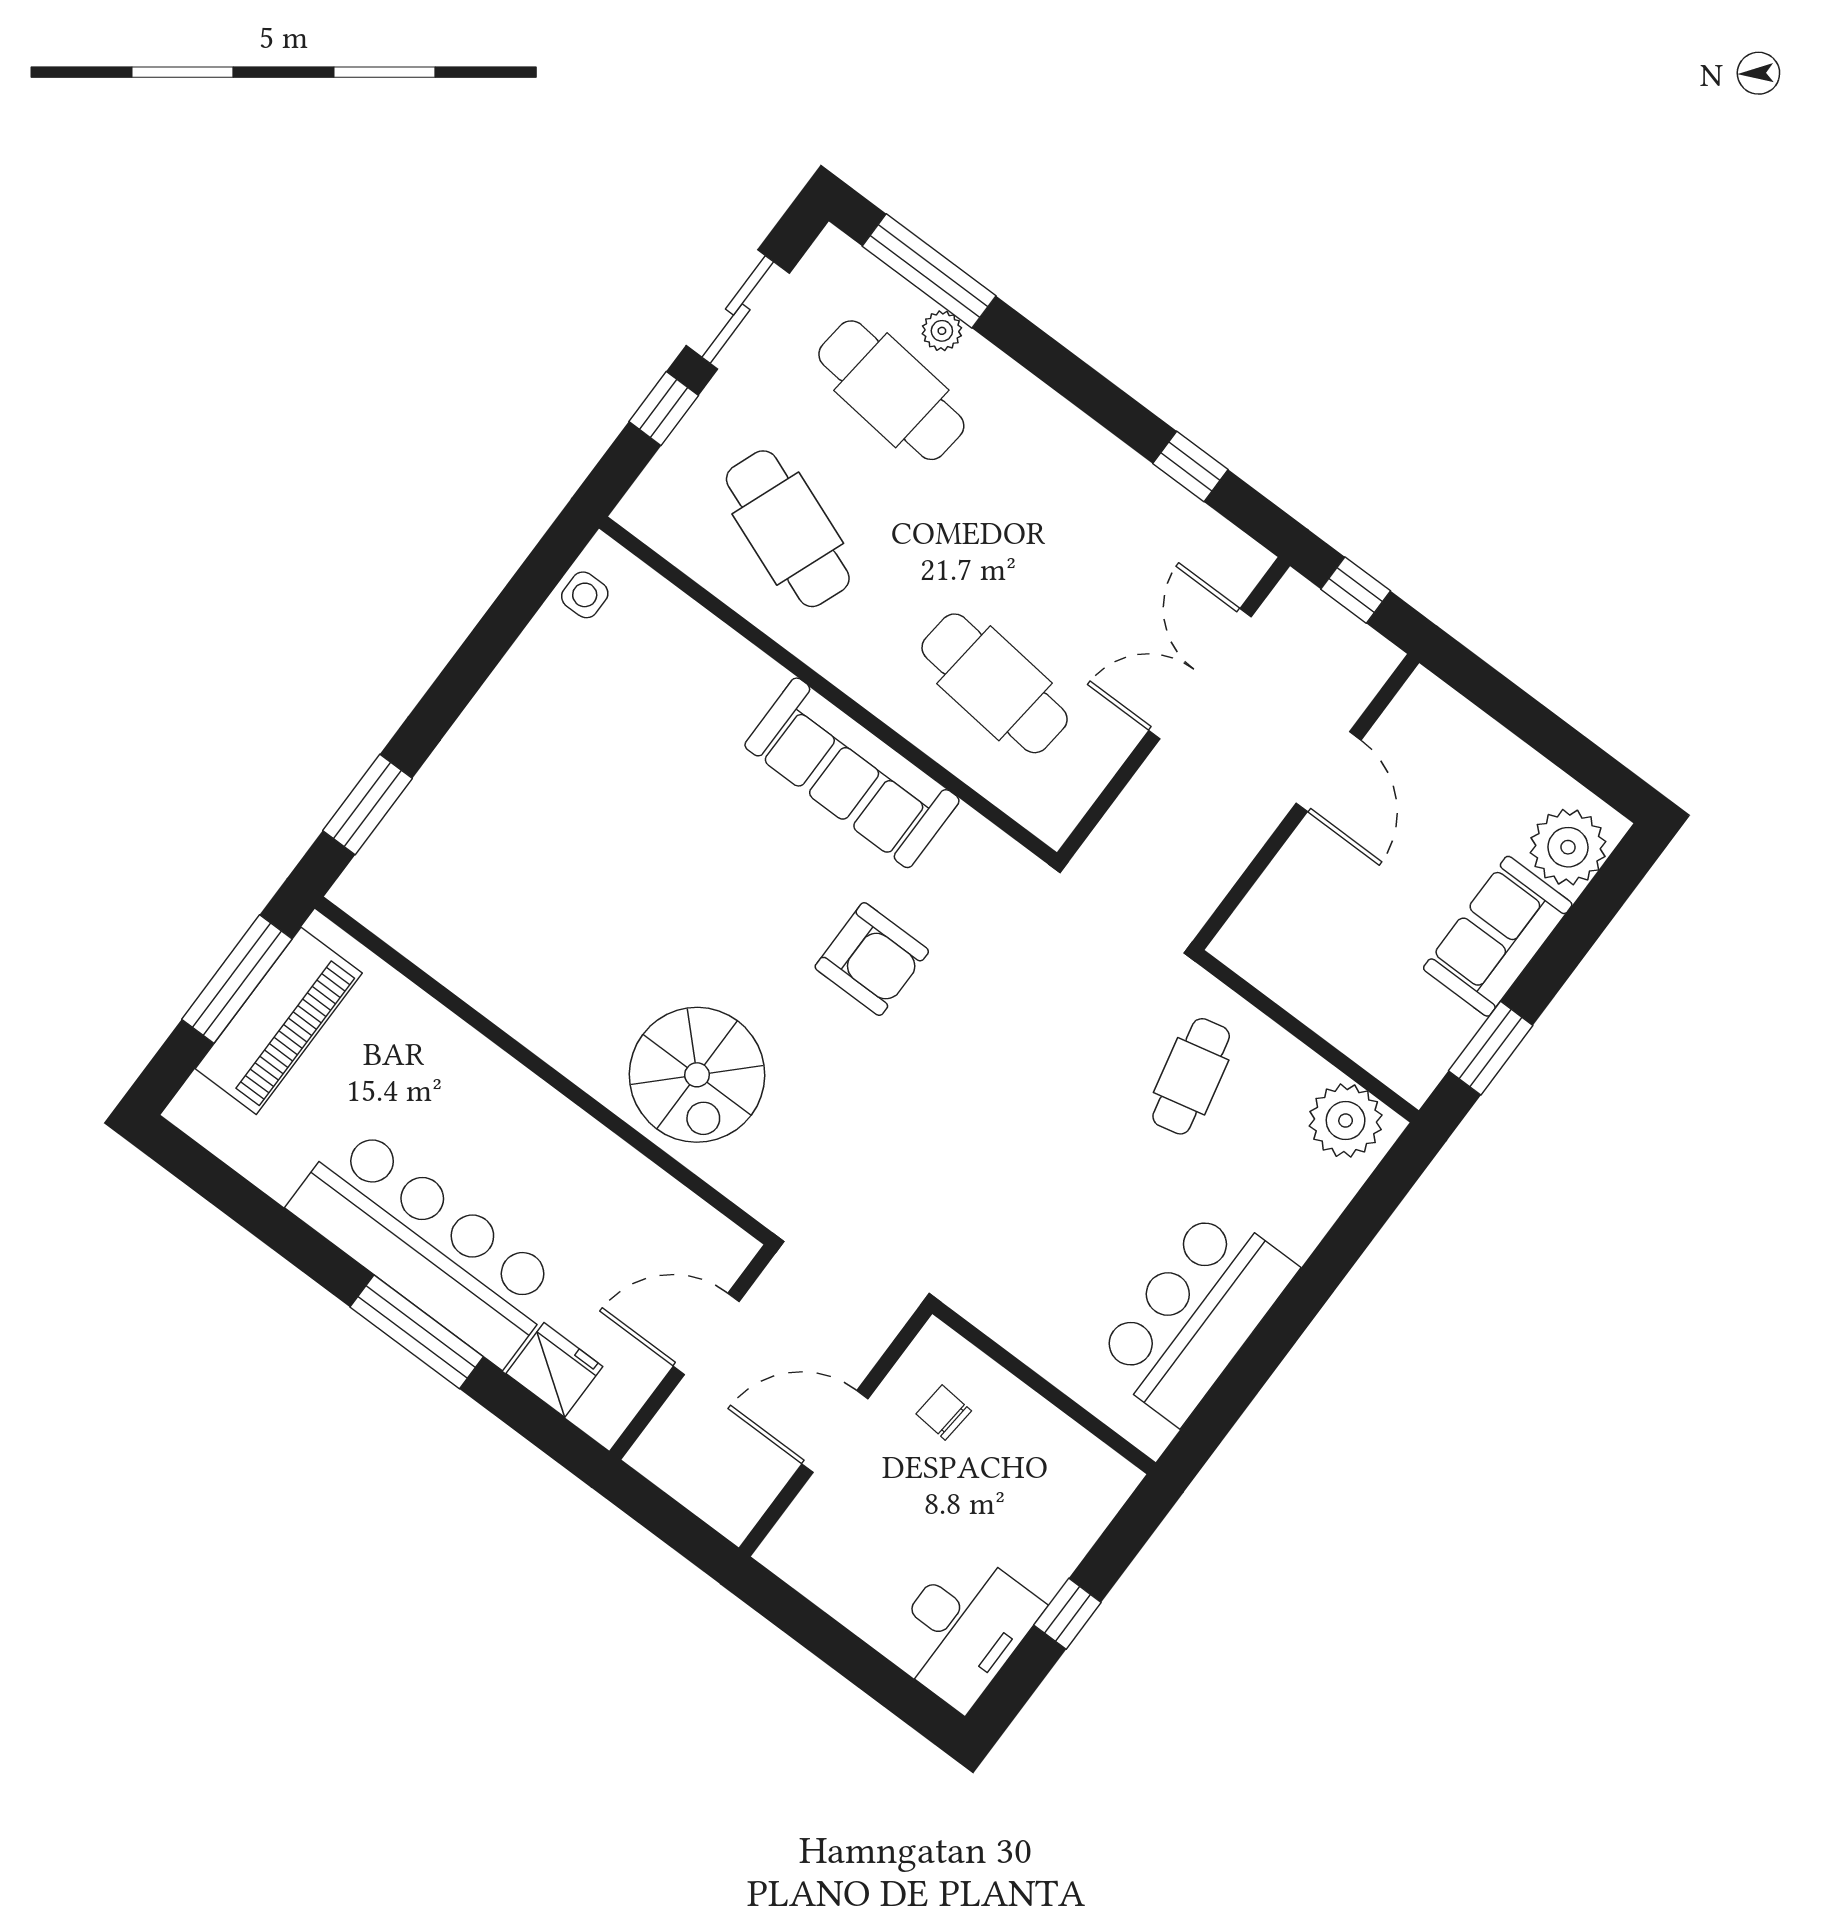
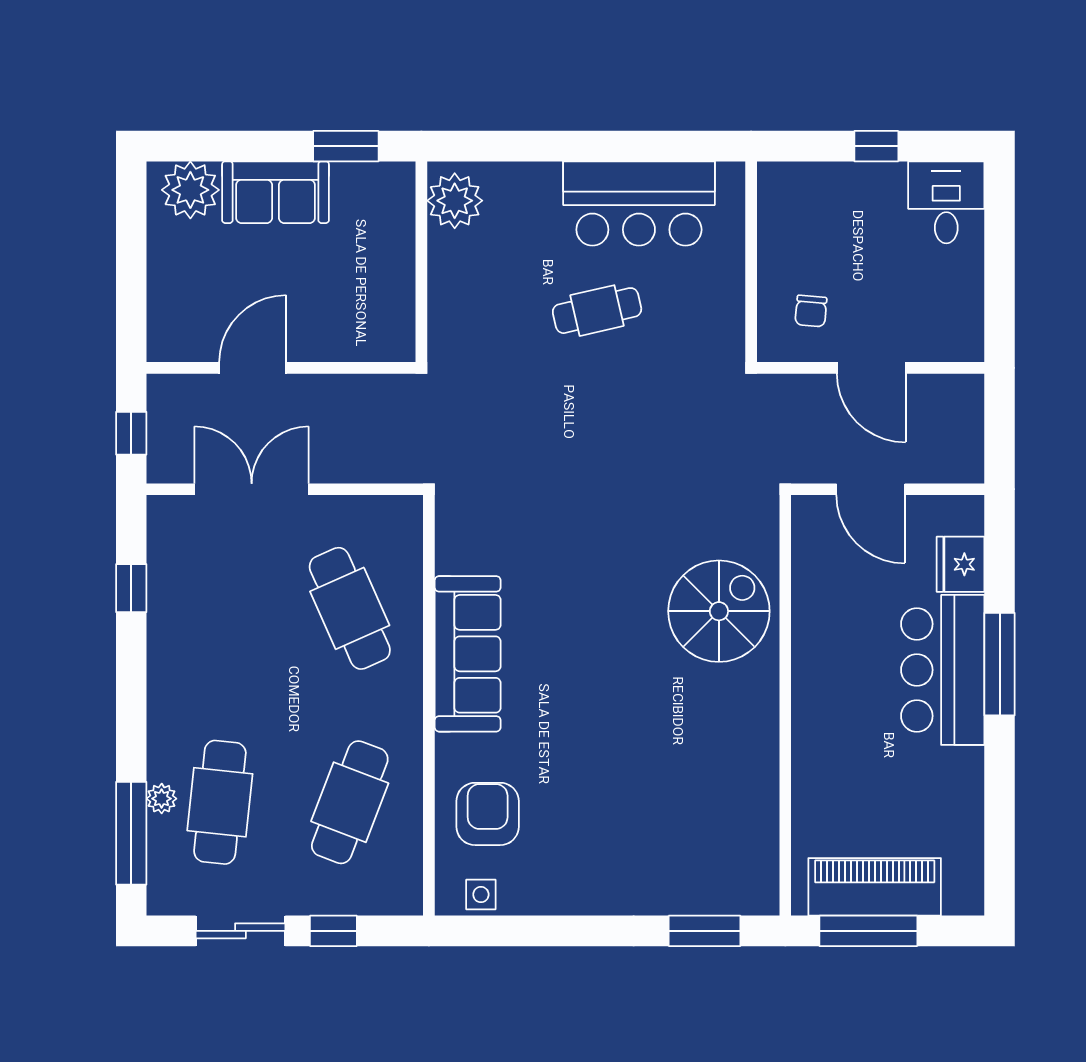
double door: (1200, 674) -> (252, 489), swing flipped
cafe table: (995, 683) -> (350, 608), turned -30
armchair: (872, 959) -> (488, 814), moved
cafe table: (1191, 1076) -> (597, 311), moved
bar counter: (427, 1245) -> (943, 670), width x0.73
desk: (963, 1628) -> (946, 202), width x0.73

